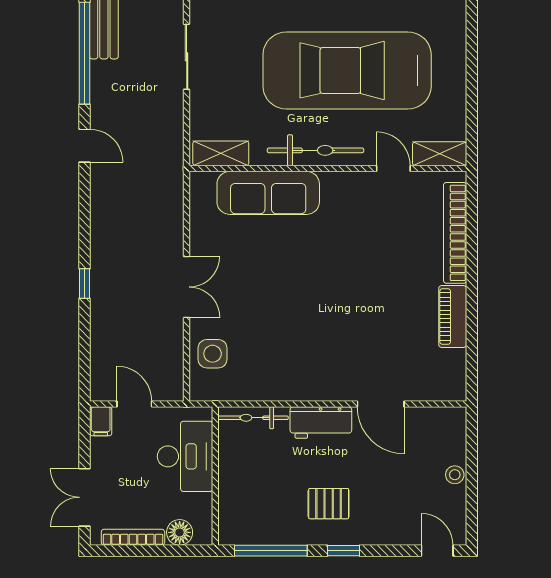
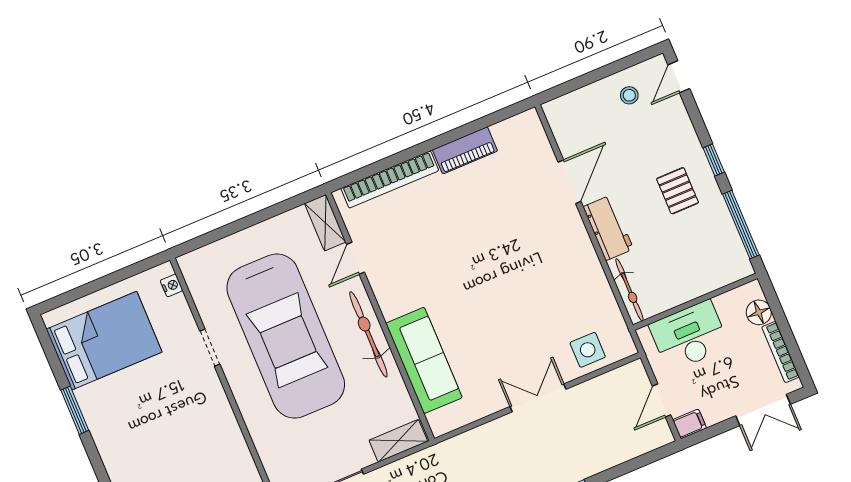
shelving: (221, 153) -> (398, 441), moved, turned 90
stool: (455, 475) -> (629, 95), moved

